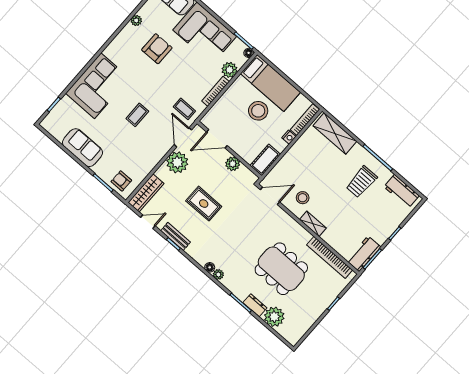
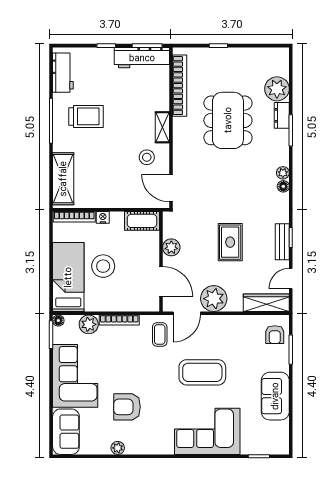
coffee table: (137, 115) -> (202, 372), width x1.86, depth x1.72
door: (148, 222) -> (291, 278), hinge flipped
workbench: (364, 254) -> (142, 58), width x1.38

